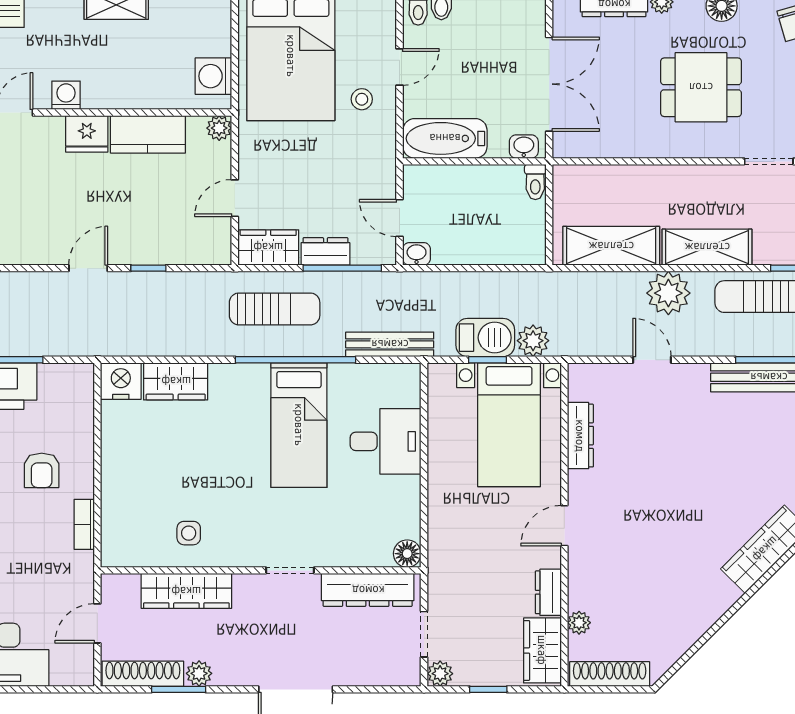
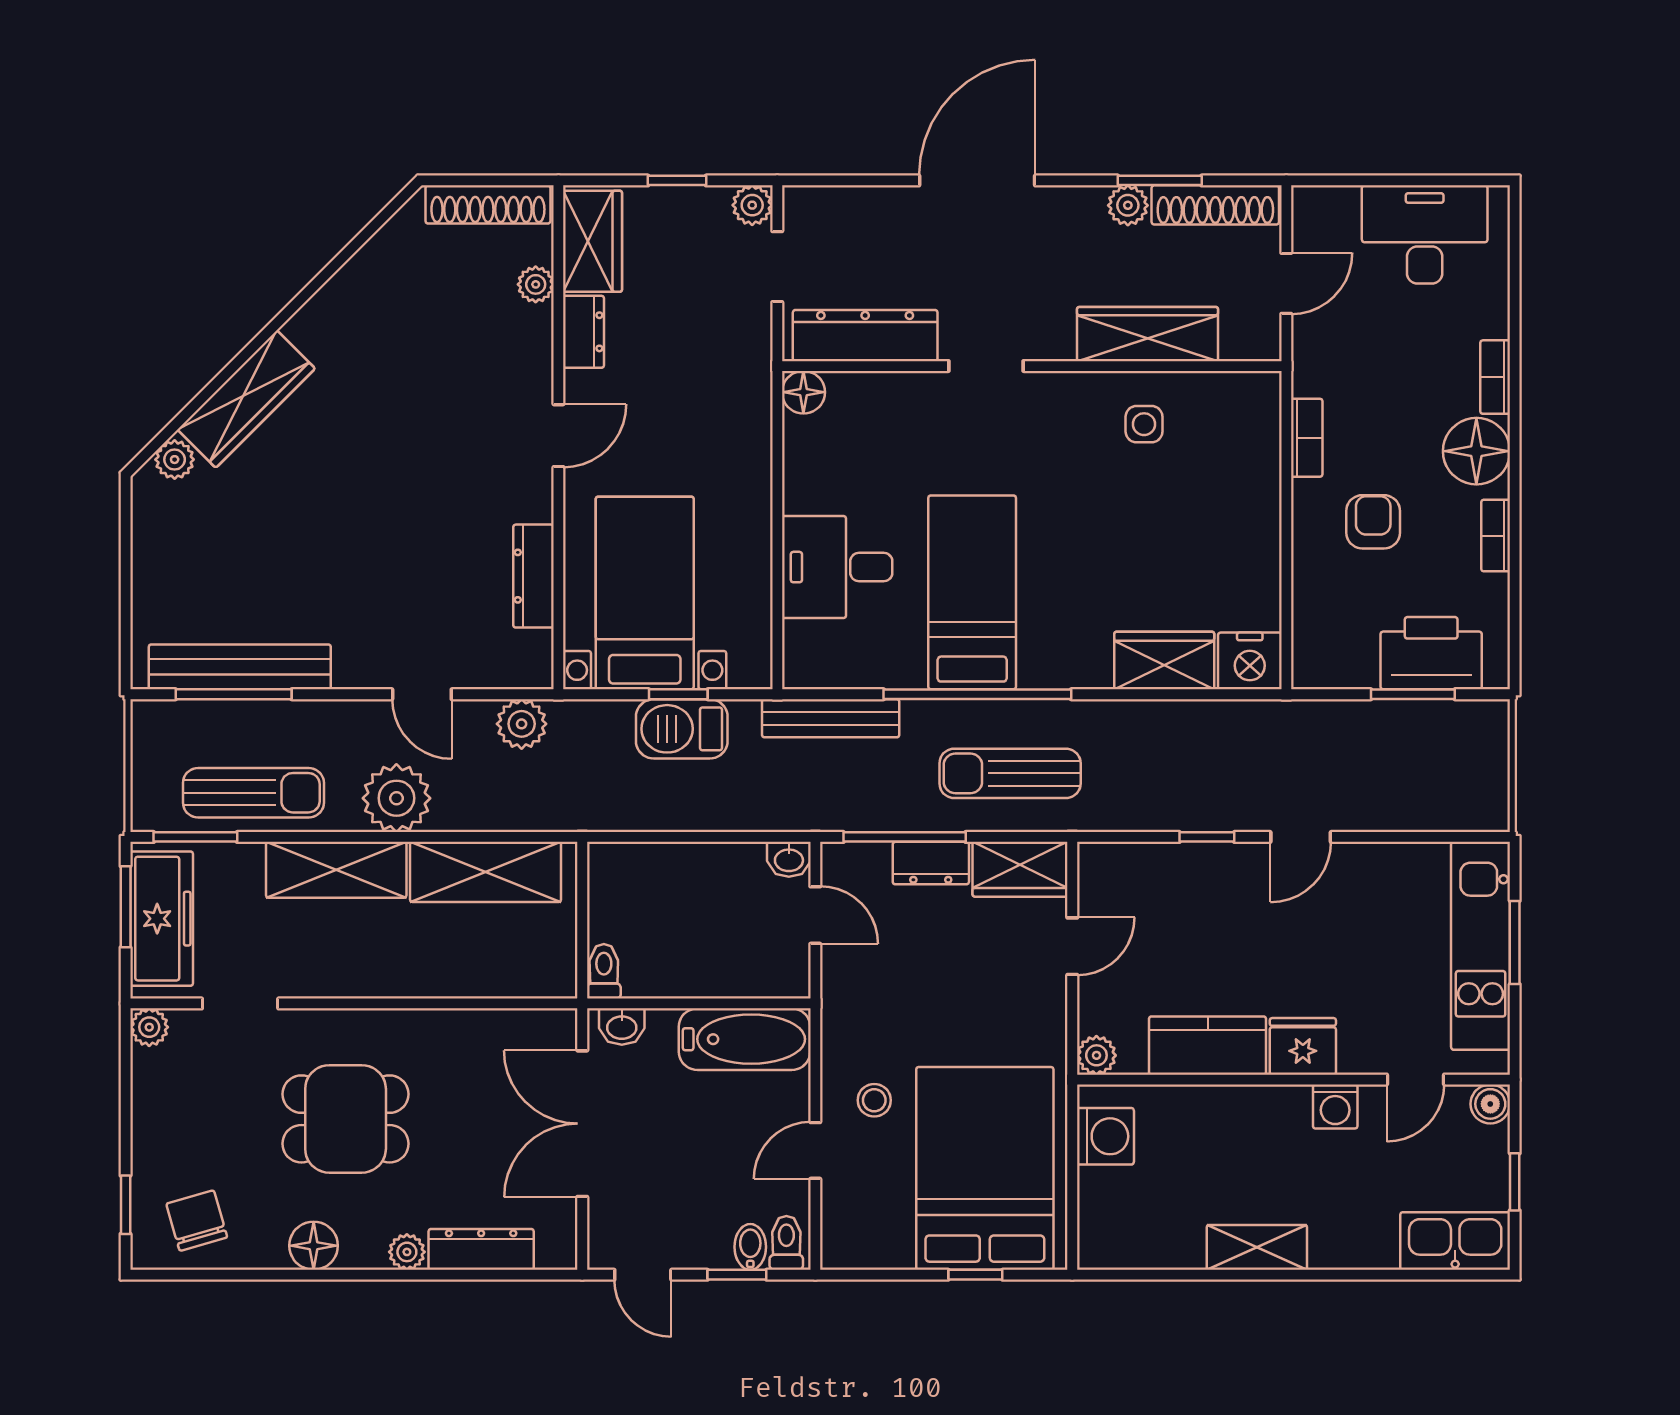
plant: (533, 341) -> (522, 724), moved

